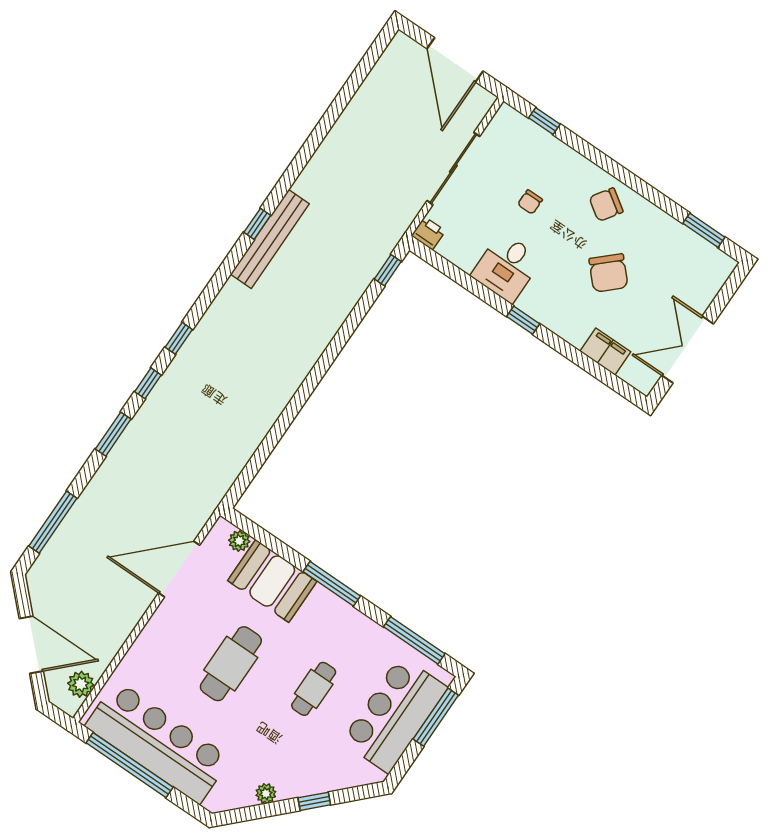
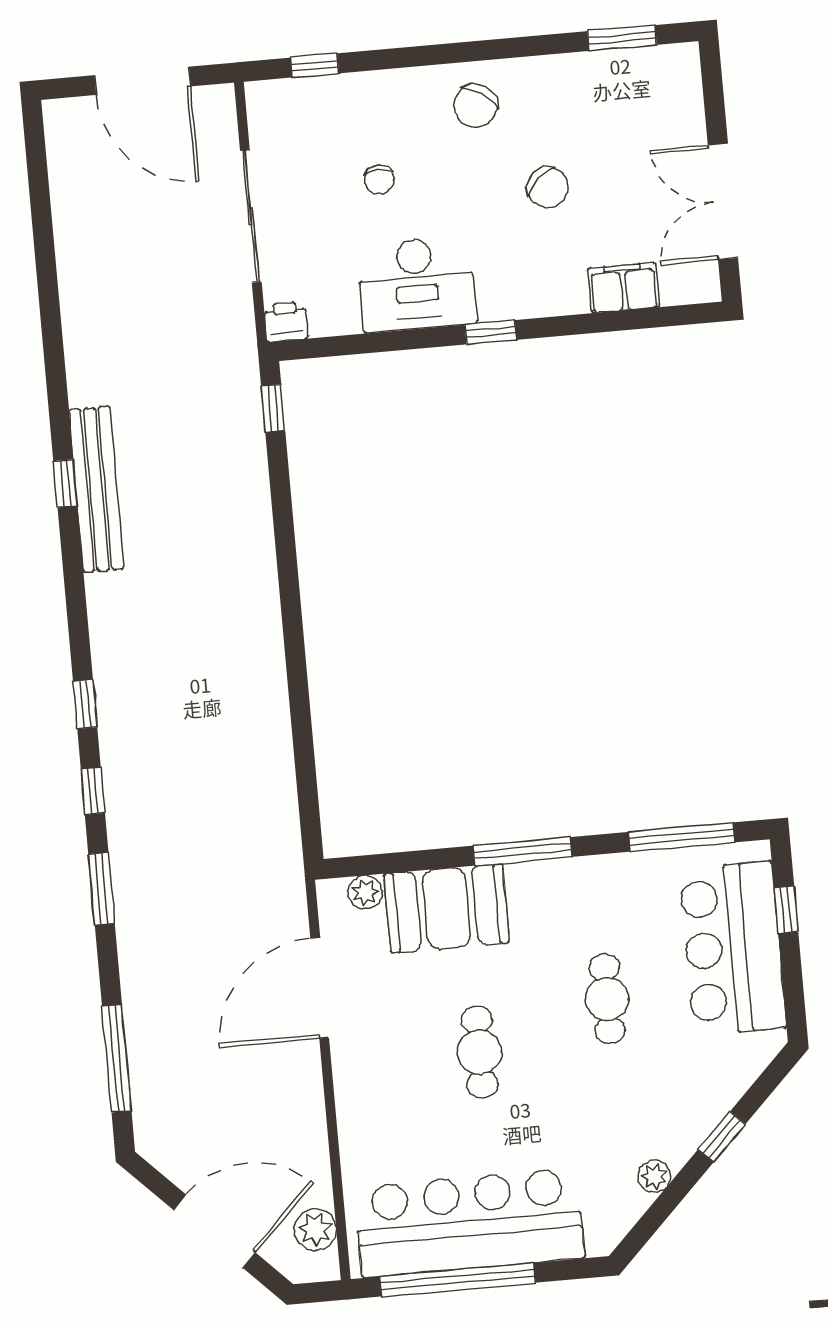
desk: (506, 267) -> (417, 284), width x1.37
chair: (608, 273) -> (548, 187), width x0.73, depth x0.73
cafe table: (231, 664) -> (479, 1052), width x0.73, depth x0.74
window: (436, 717) -> (786, 910), width x0.46

